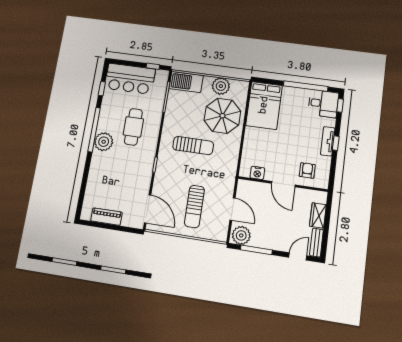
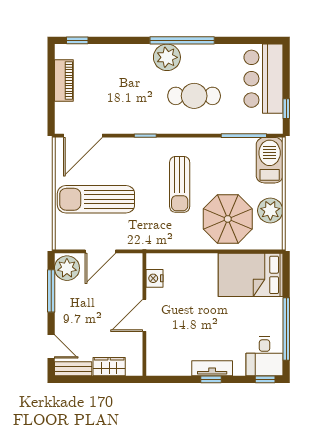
window: (102, 89) -> (77, 40), moved
armchair: (307, 170) -> (168, 345), removed
sun lounger: (194, 206) -> (96, 199), width x1.36, depth x1.34

